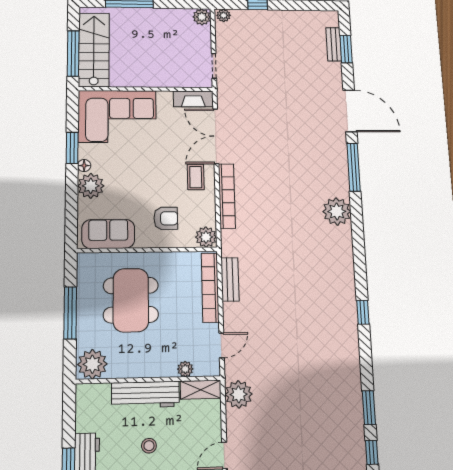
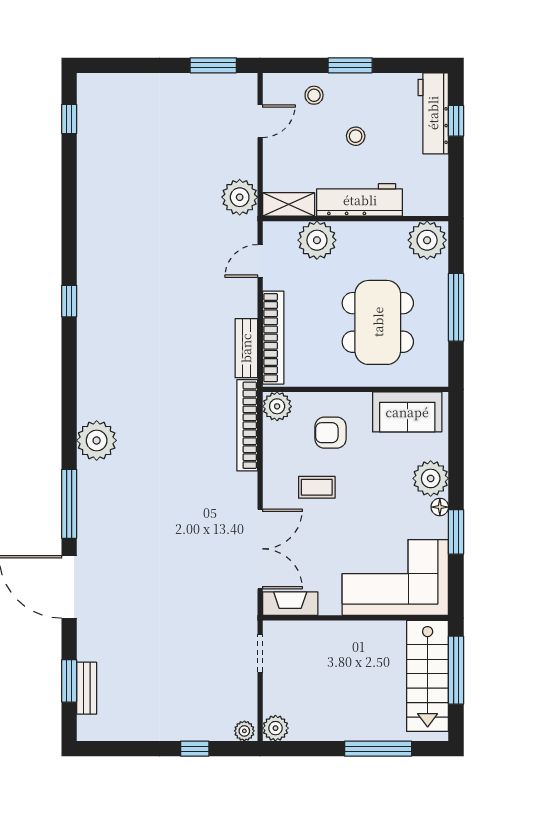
coffee table: (196, 177) -> (317, 487), moved, turned 90
bookcase: (227, 196) -> (247, 425), moved
plant: (185, 369) -> (317, 240), width x1.88, depth x1.88
window: (369, 408) -> (69, 176), removed

